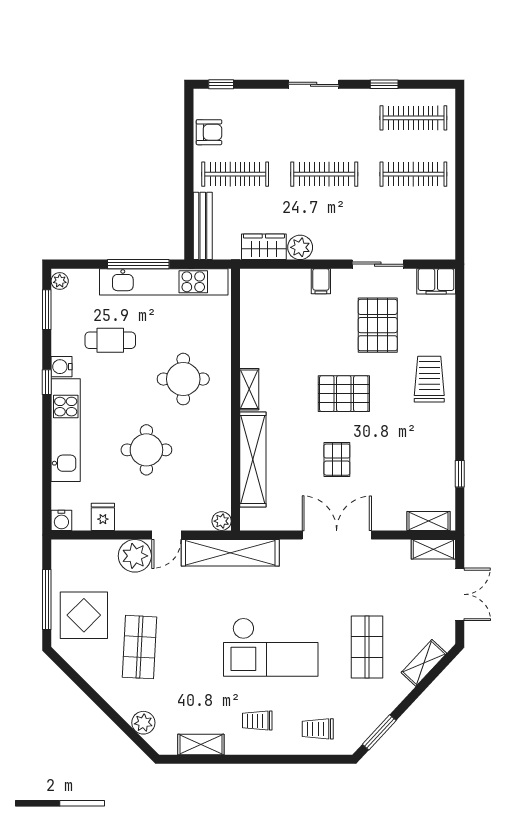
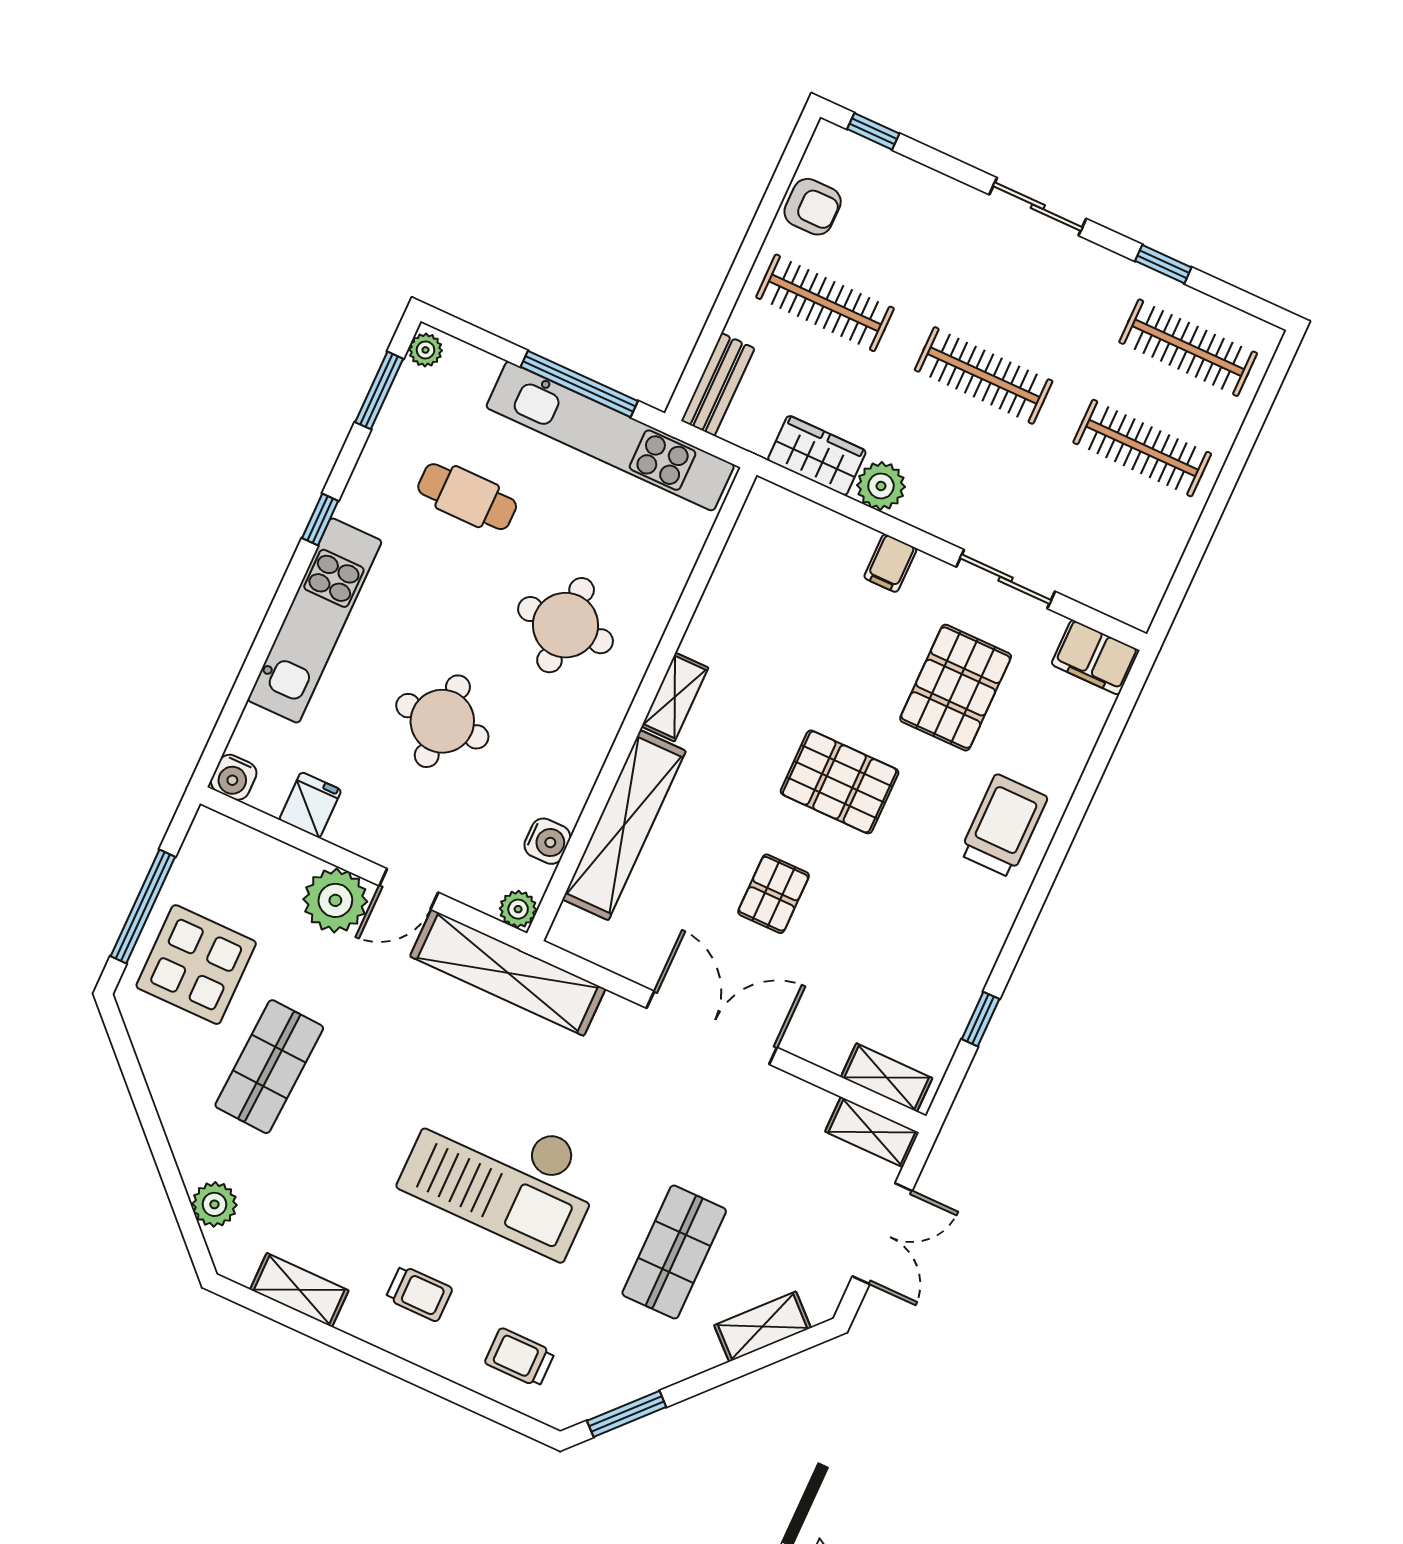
bench: (203, 226) -> (718, 384), width x0.73
water cooler: (62, 367) -> (547, 841), moved, turned 180
trolley: (257, 721) -> (419, 1293), turned 180

